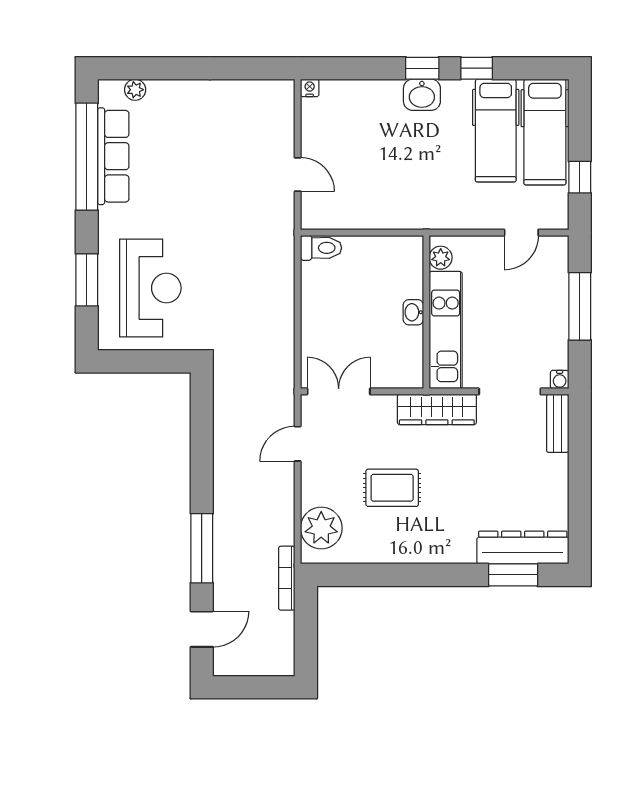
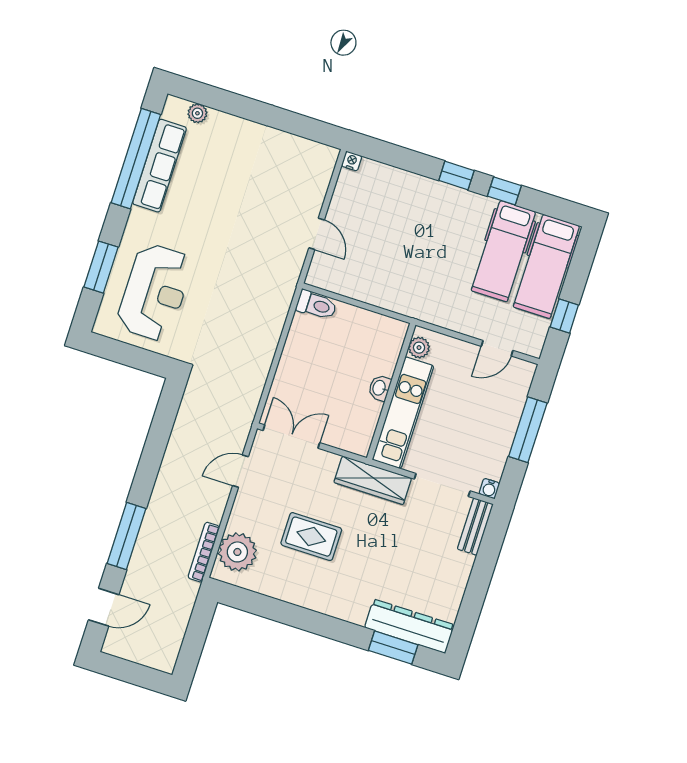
washbasin: (422, 95) -> (449, 199), removed
bookcase: (287, 578) -> (204, 552), moved

